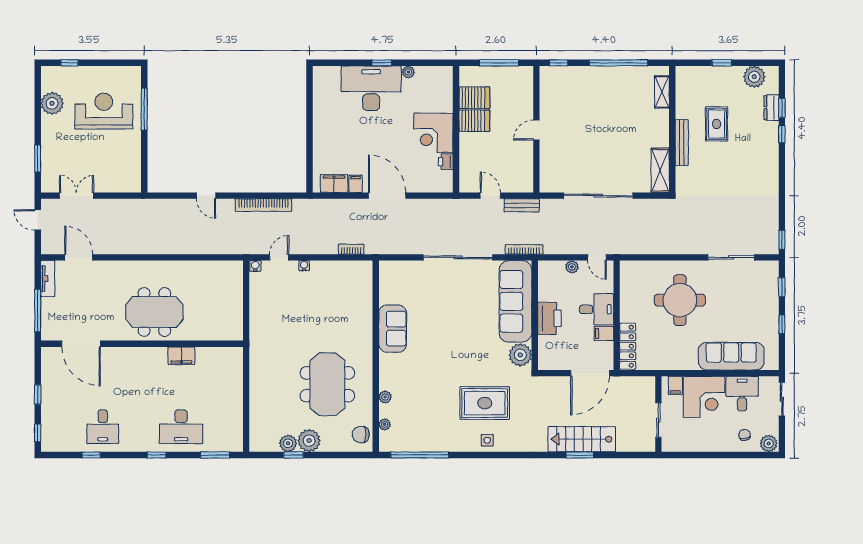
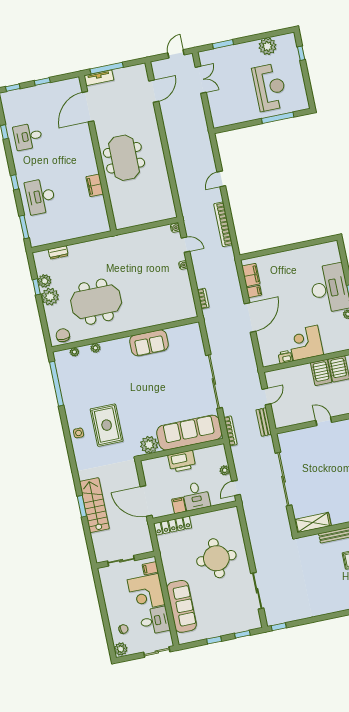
tv unit: (48, 279) -> (99, 78), moved
dresser: (256, 419) -> (58, 252), added

